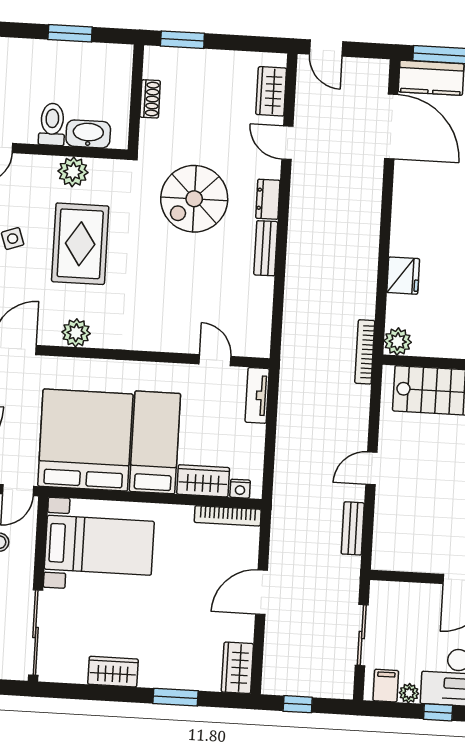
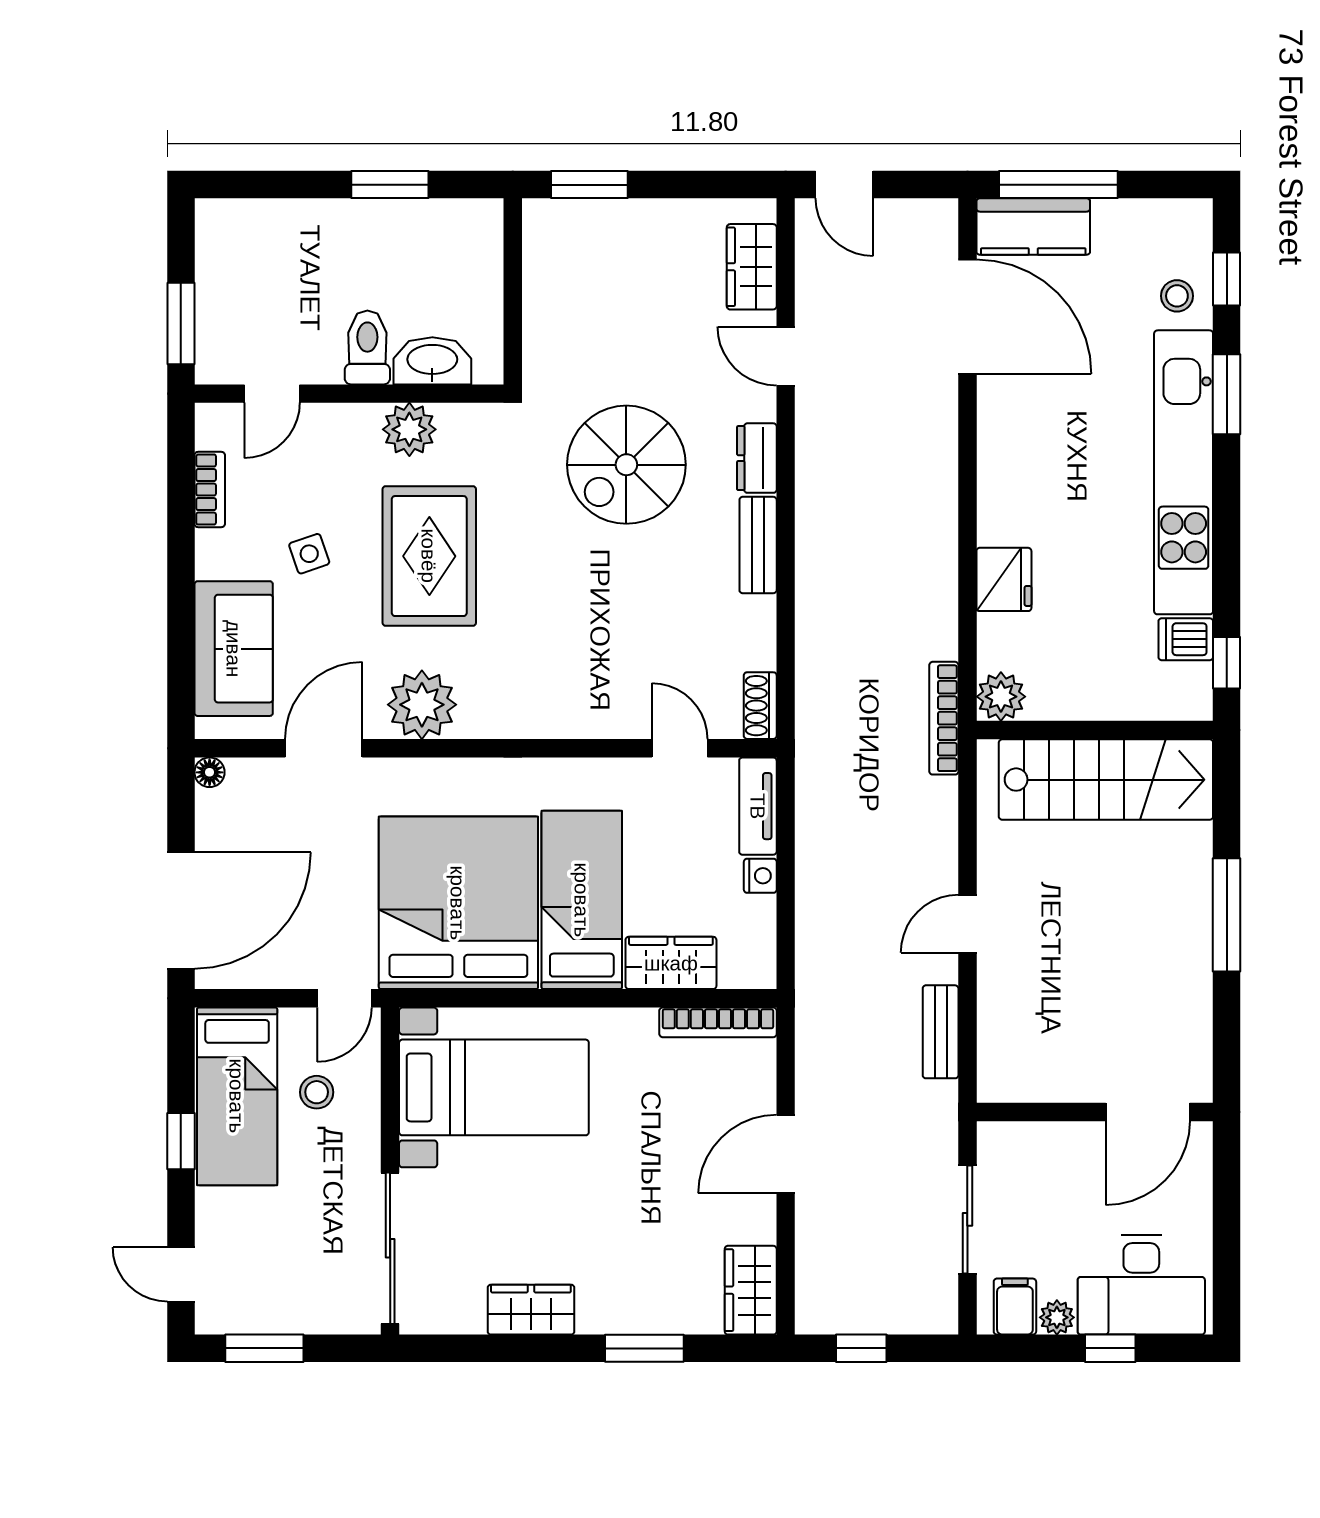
shoe rack: (150, 99) -> (760, 706), moved, turned 180
plant: (76, 333) -> (422, 705), width x1.36, depth x1.36
nightstand: (240, 489) -> (760, 876), moved, turned -90

